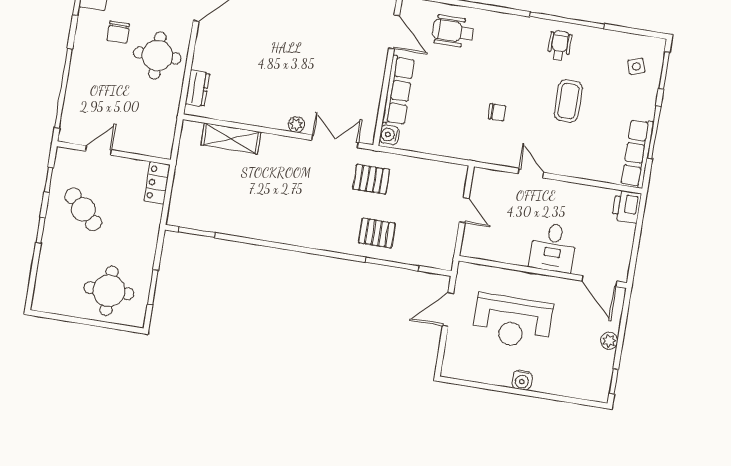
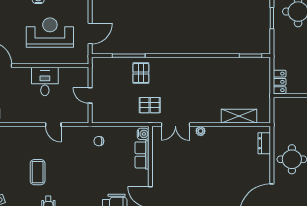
row of seats: (398, 90) -> (142, 155), width x0.68
chair: (497, 112) -> (99, 141), moved
pallet: (377, 233) -> (141, 73), turned 90
desk: (553, 248) -> (45, 81), moved

